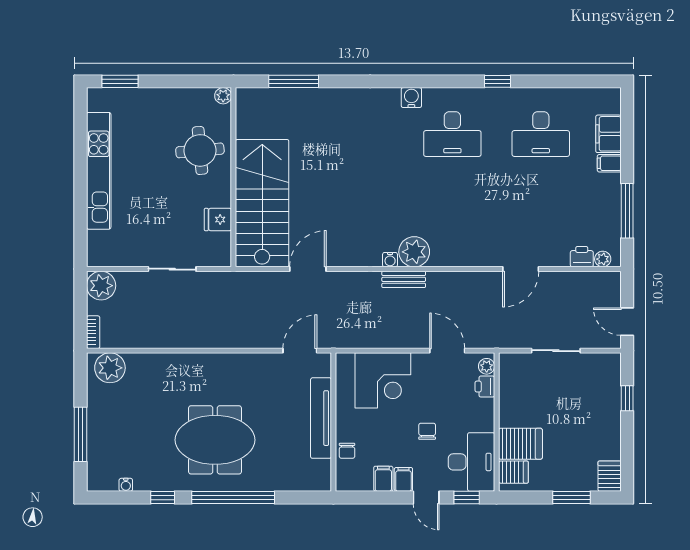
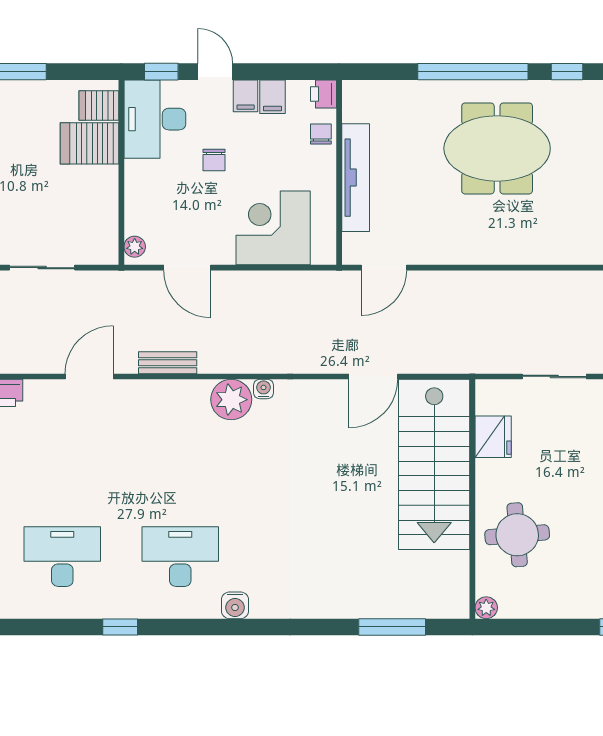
fridge: (218, 220) -> (493, 437), width x1.38
bench: (404, 279) -> (168, 363), moved
printer: (485, 387) -> (323, 94), moved, turned 180

